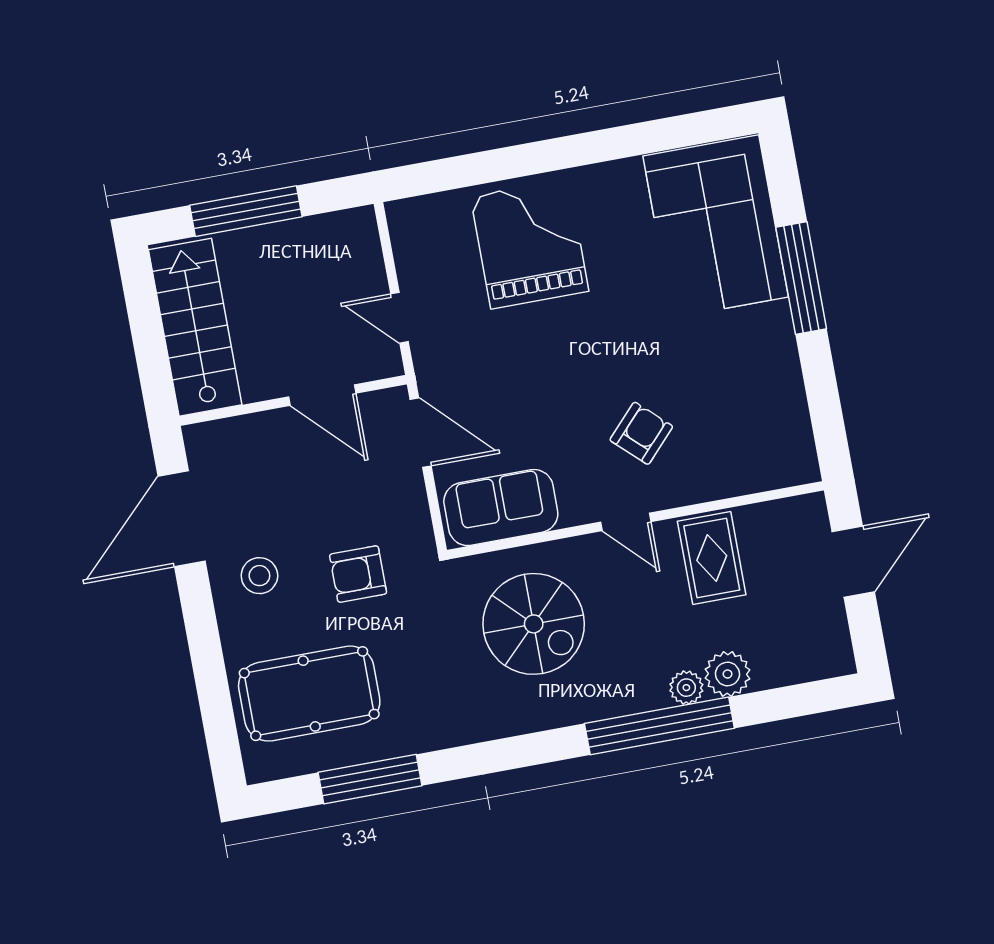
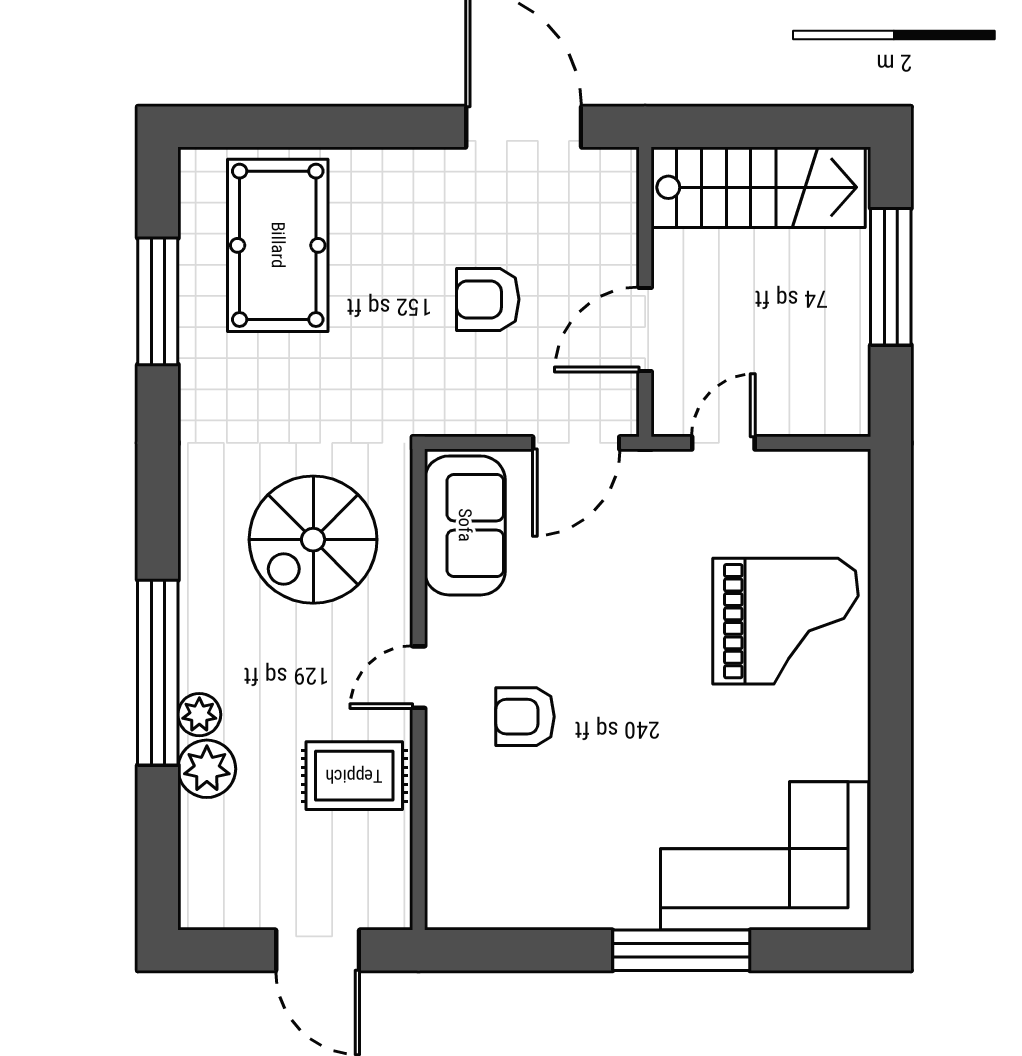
armchair: (641, 433) -> (525, 717), turned 137
armchair: (358, 574) -> (488, 299), moved, turned -90
stool: (259, 576) -> (435, 210), removed

